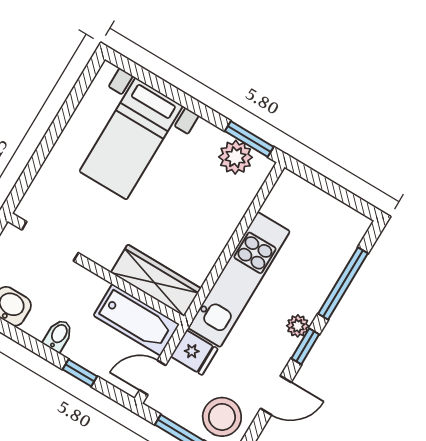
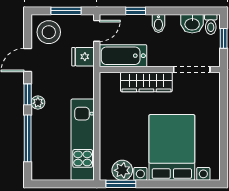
bed with nightstands: (131, 139) -> (172, 147), width x1.36
wardrobe: (156, 280) -> (146, 82), moved
kitchen unit: (239, 280) -> (83, 140), moved

